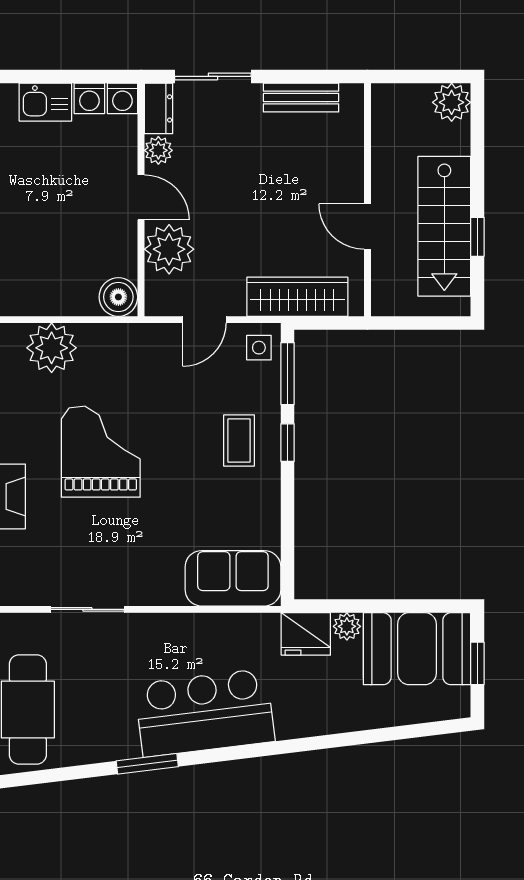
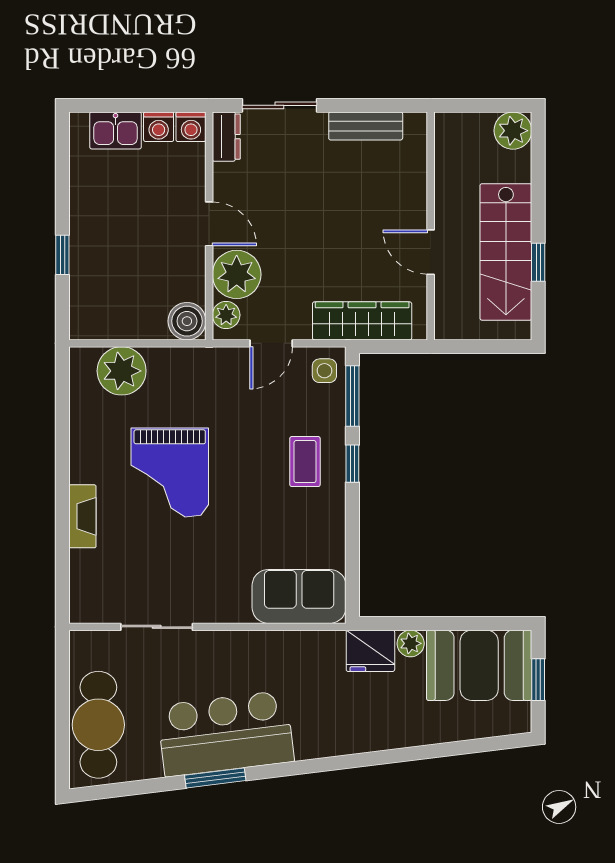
plant: (158, 150) -> (226, 315), moved
grand piano: (101, 452) -> (170, 472), turned 180
bar counter: (205, 713) -> (226, 734), moved

